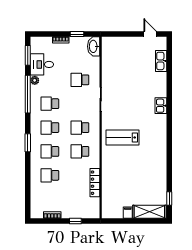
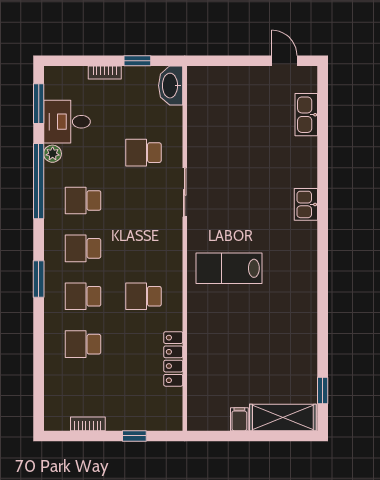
school desk: (80, 128) -> (143, 248), removed

